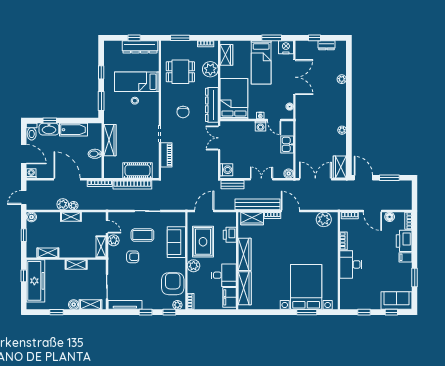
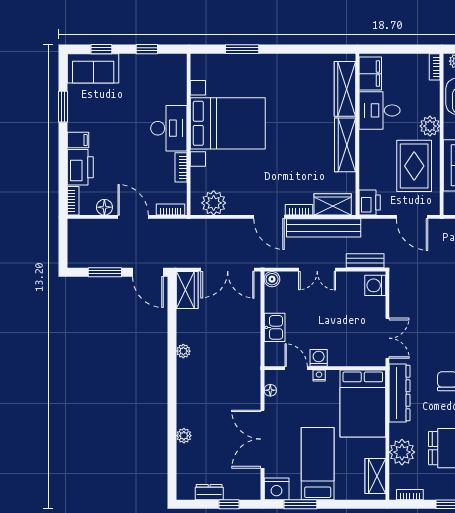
door: (204, 211) -> (412, 217), hinge flipped
printer: (230, 235) -> (370, 203), moved
bed with nightstands: (306, 287) -> (228, 123), moved, turned -90

